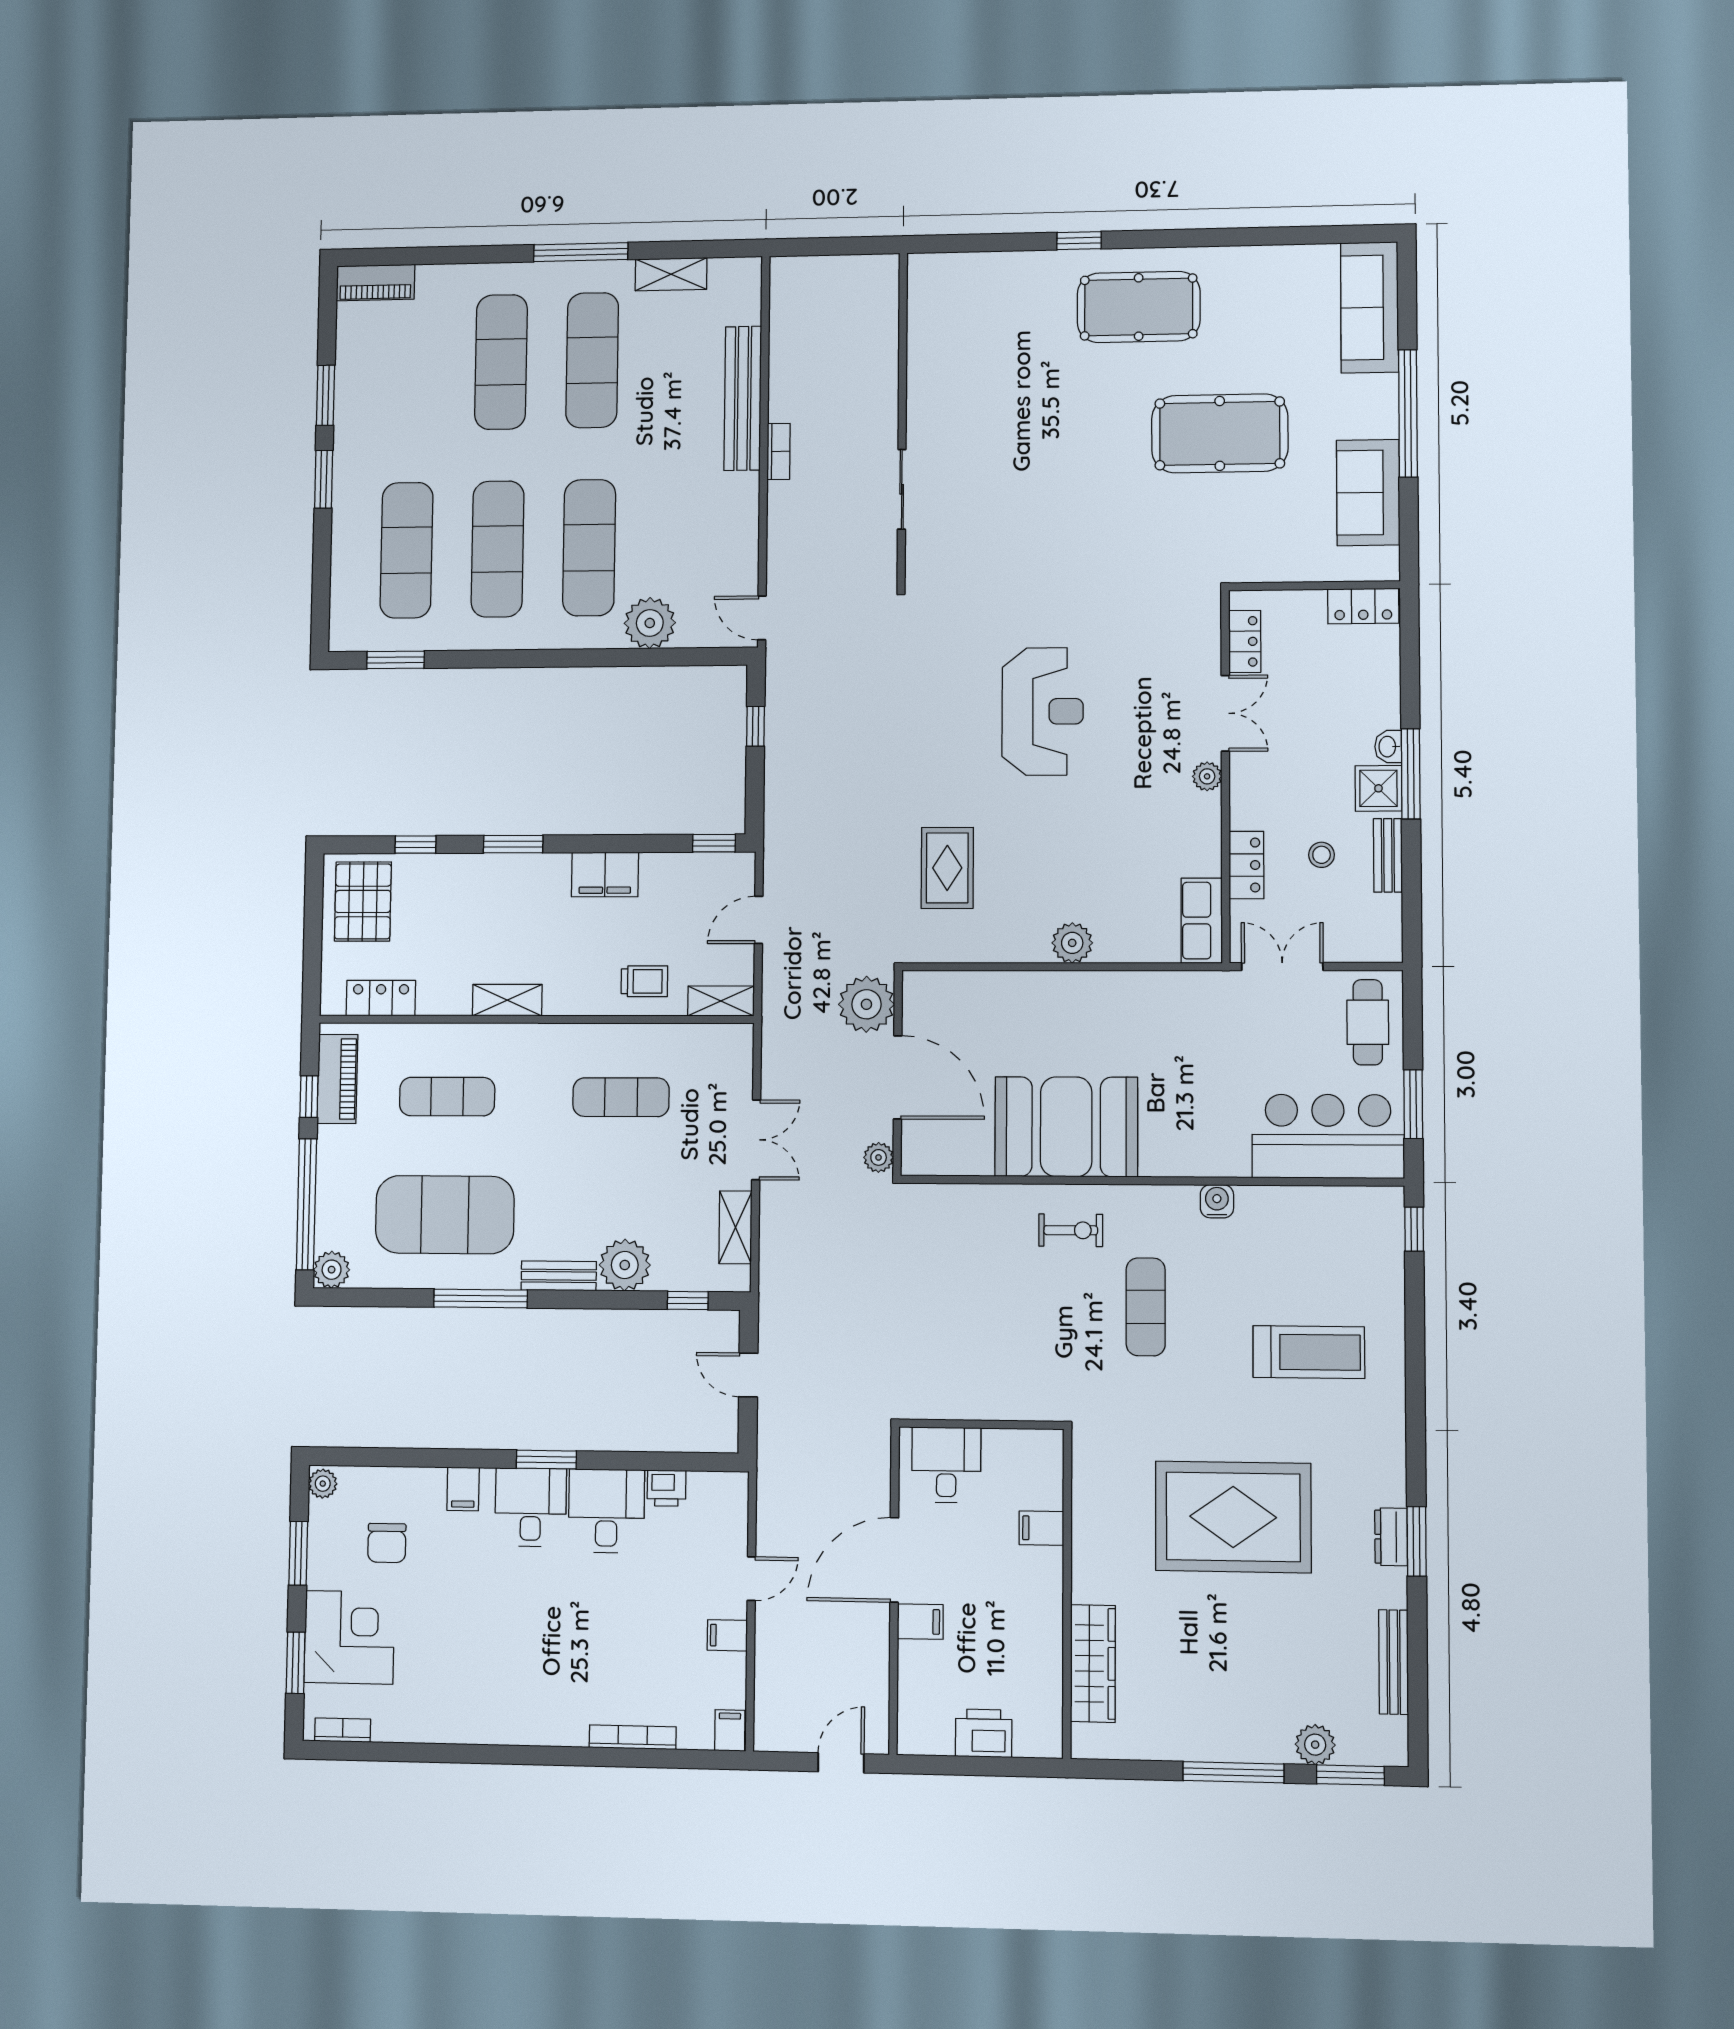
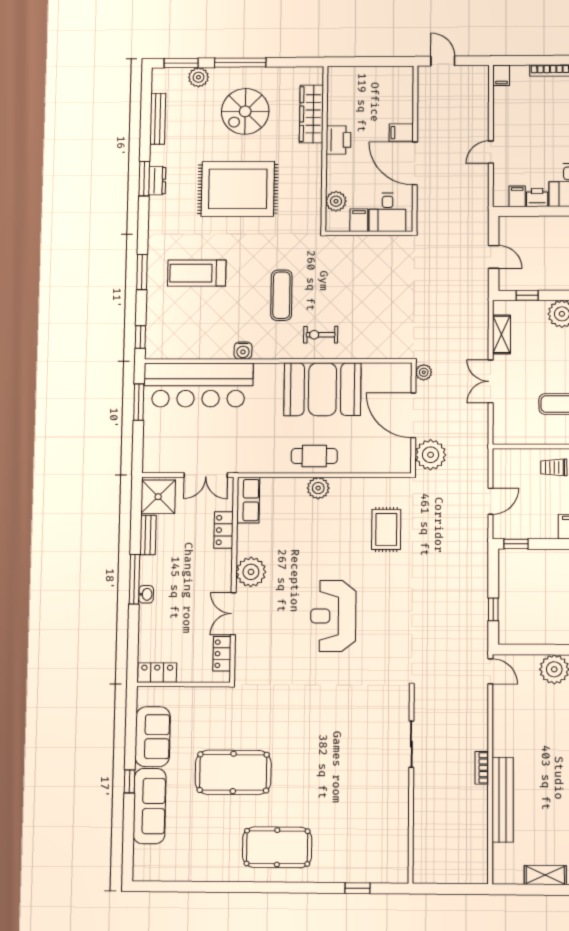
window: (1079, 241) -> (357, 888), moved
sofa: (1370, 307) -> (150, 806), moved
window: (1408, 413) -> (130, 781), width x0.32
plant: (1207, 776) -> (251, 572), width x1.87, depth x1.87
shower: (1378, 788) -> (158, 497), moved, width x1.36, depth x1.36
stool: (1322, 855) -> (183, 535), removed
shelving: (721, 1001) -> (511, 457), removed
cafe table: (1368, 1022) -> (314, 456), moved, turned 90
bar counter: (1328, 1136) -> (198, 385), width x1.36
window: (1415, 1356) -> (142, 272), added
plant: (1044, 1488) -> (336, 201), added
filing cabinet: (1041, 1528) -> (359, 220), moved, turned -90
door: (894, 1560) -> (415, 163), swing flipped
filing cabinet: (727, 1635) -> (517, 196), moved, turned -90
spiral stairs: (1222, 1672) -> (245, 111), added
printer: (984, 1733) -> (339, 140), moved, turned -90
door: (841, 1763) -> (443, 61), swing flipped

